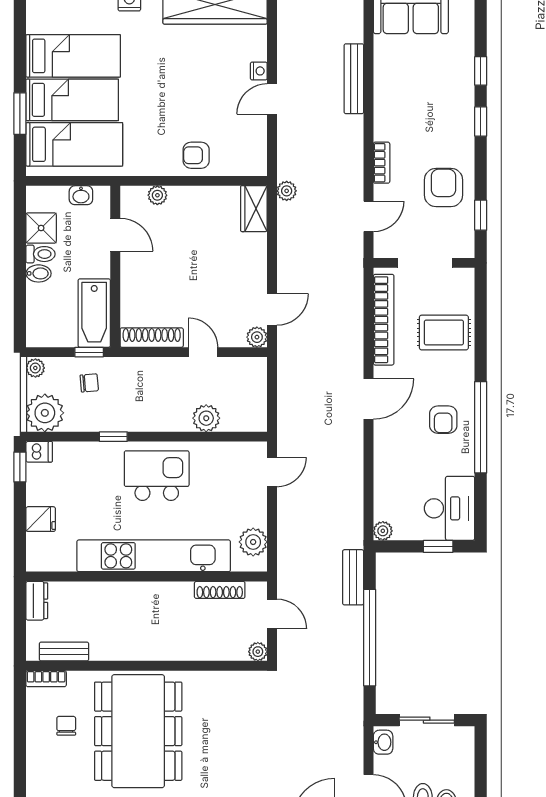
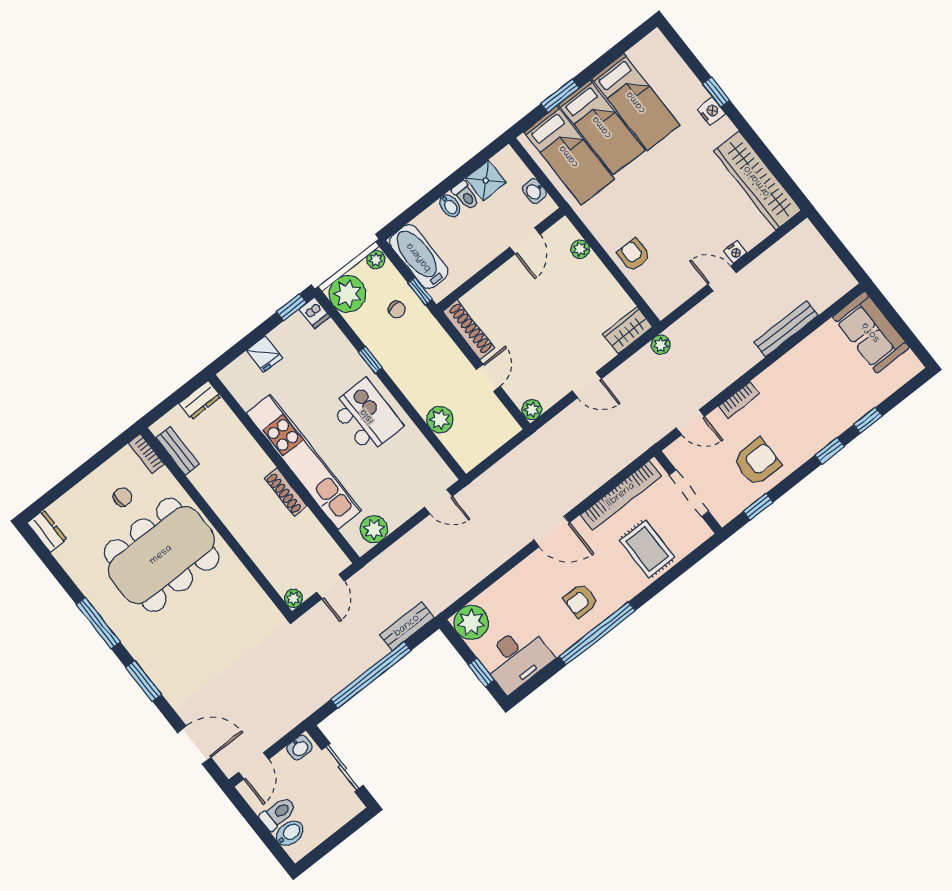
door: (272, 309) -> (587, 385), moved
bathtub: (94, 313) -> (419, 257), moved, turned 90
plant: (383, 531) -> (471, 622), width x1.88, depth x1.88
shoe rack: (220, 590) -> (286, 492), moved

